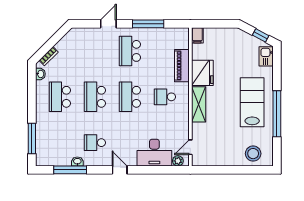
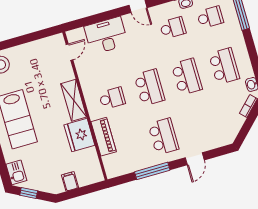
filing cabinet: (197, 35) -> (70, 181), moved
school desk: (60, 143) -> (210, 17), added
plant: (178, 161) -> (79, 34), removed

